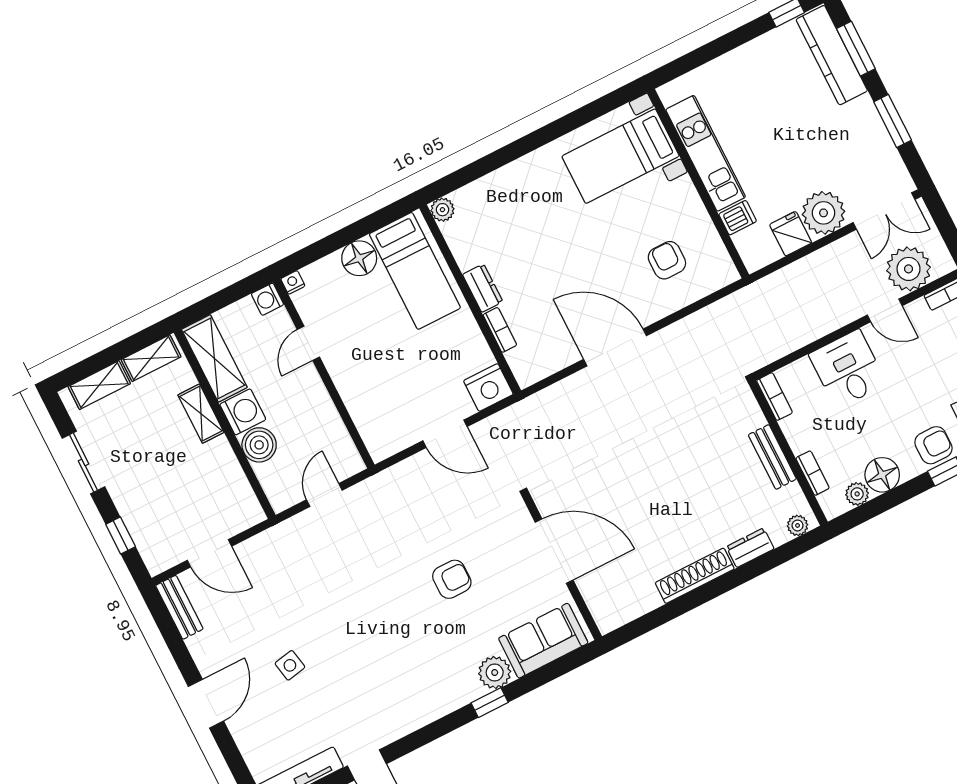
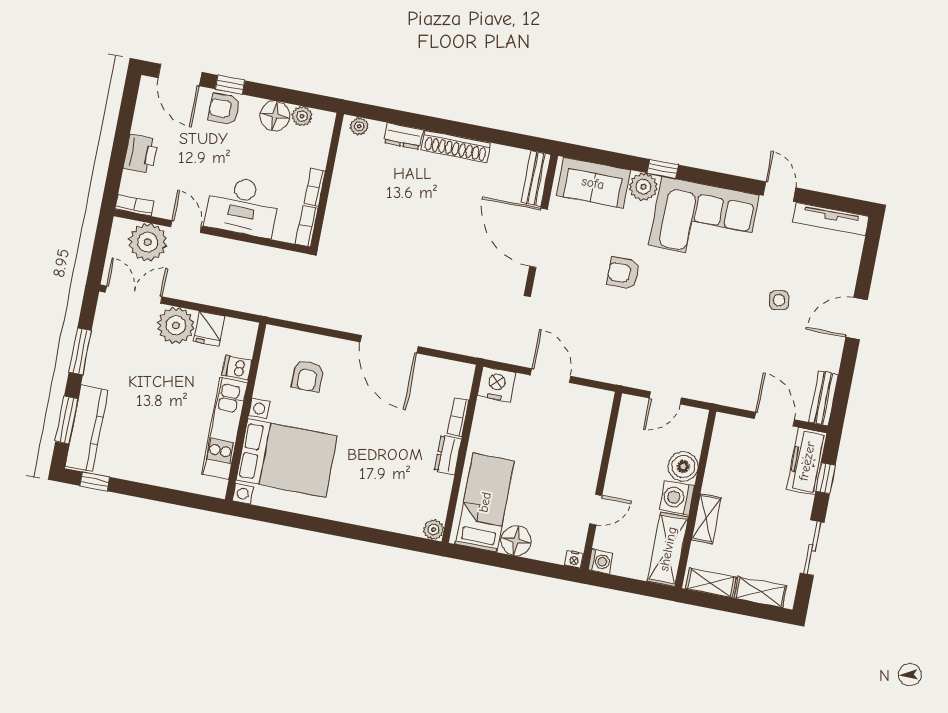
bed with nightstands: (621, 156) -> (287, 458), width x1.36
desk: (848, 369) -> (242, 206), width x1.37
bench: (772, 457) -> (536, 179), moved
bookcase: (813, 473) -> (315, 187), moved
freezer: (150, 538) -> (807, 461), added
corner sofa: (416, 685) -> (704, 220), added

